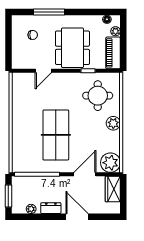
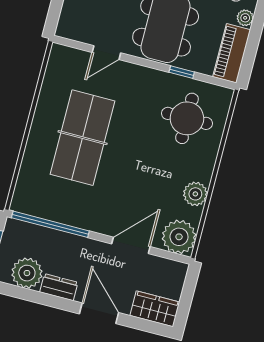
plant: (113, 123) -> (195, 194), moved
table tennis table: (56, 135) -> (83, 138), moved
wardrobe: (113, 189) -> (155, 309), moved, turned 90
plant: (31, 209) -> (27, 273), width x1.87, depth x1.87

